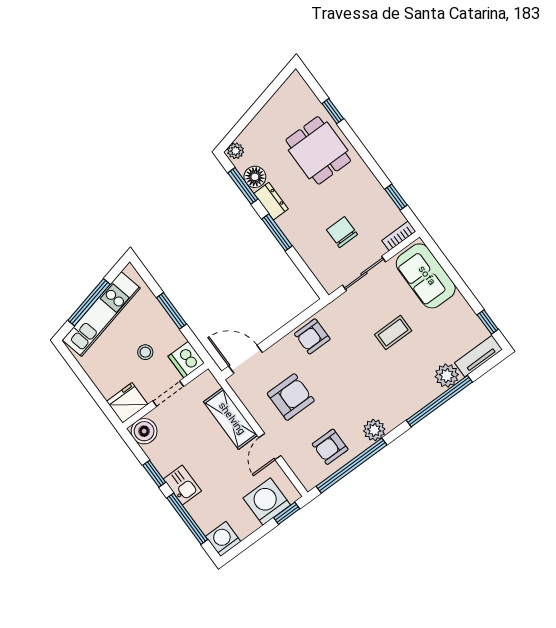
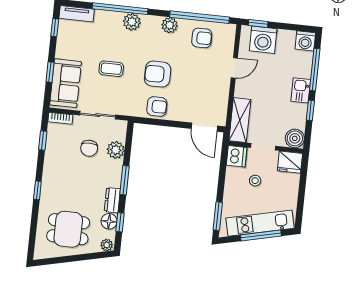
window: (333, 111) -> (37, 190), moved
dining table: (318, 150) -> (68, 229), moved, turned 90
window: (243, 186) -> (120, 222), width x0.67
plant: (314, 255) -> (116, 150), added
window: (452, 273) -> (50, 72), added
window: (171, 311) -> (218, 216), moved
plant: (447, 376) -> (132, 22), moved
armchair: (291, 397) -> (158, 74), moved
shelving: (231, 419) -> (240, 120), moved

